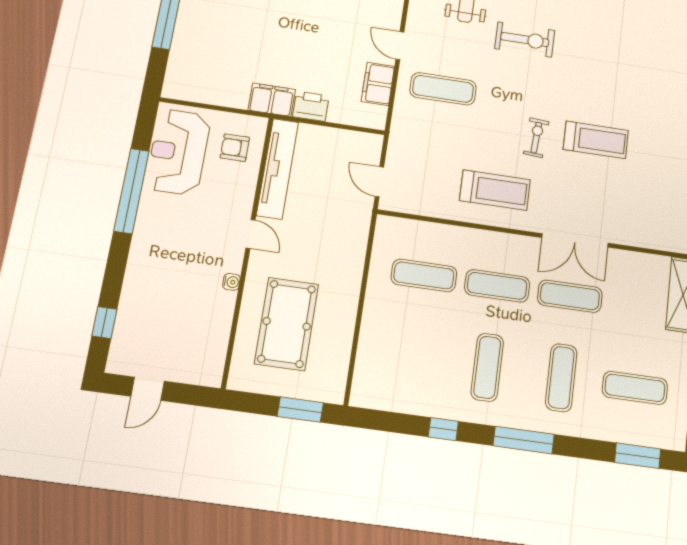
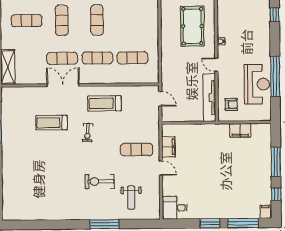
filing cabinet: (272, 100) -> (240, 130), moved
printer: (311, 106) -> (199, 130), removed
treadmill: (596, 140) -> (51, 123), moved
reception desk: (178, 152) -> (257, 84), moved

